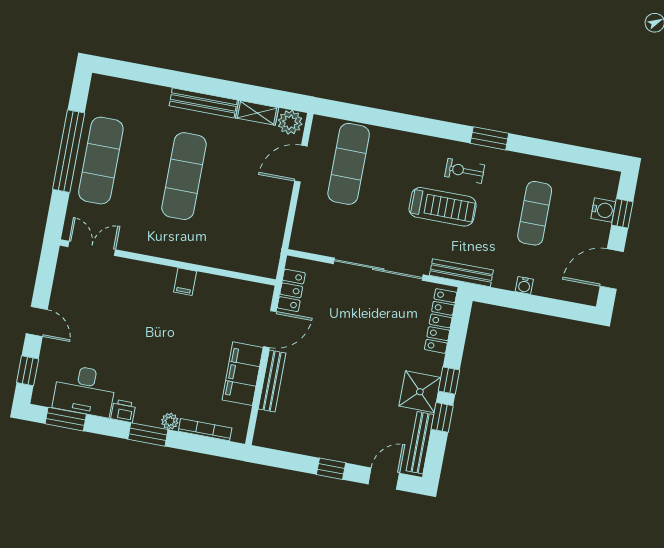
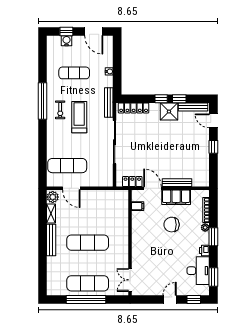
window: (489, 138) -> (43, 101), width x2.11
filing cabinet: (185, 282) -> (138, 206), moved
chair: (189, 354) -> (172, 225), added

